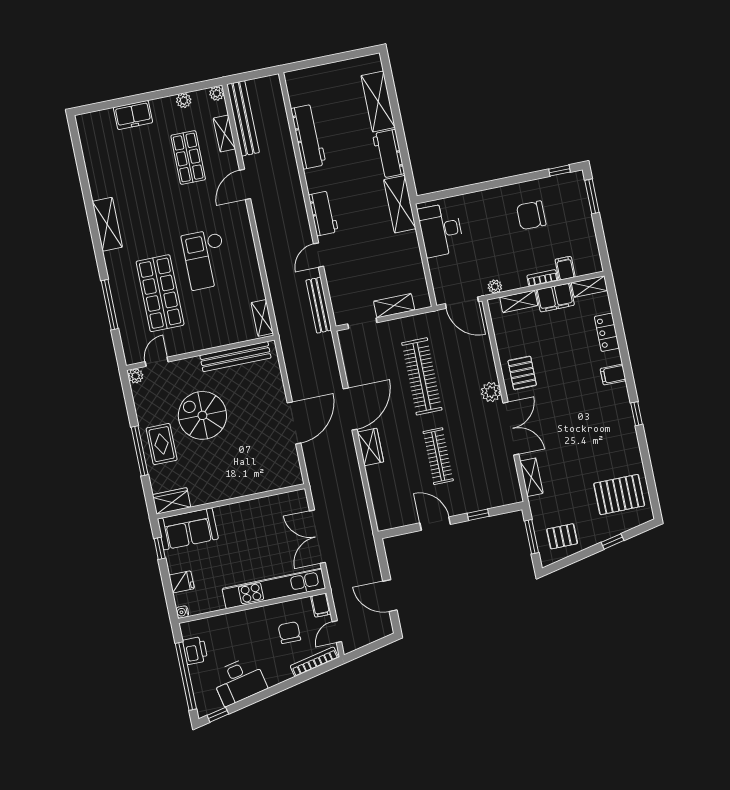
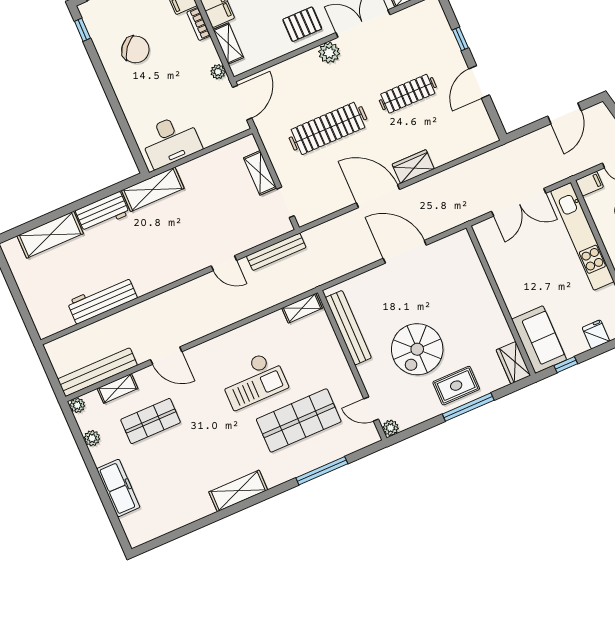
freezer: (133, 115) -> (118, 488), width x1.40
workbench: (323, 213) -> (179, 267), removed
chair: (531, 215) -> (135, 49), turned -51

